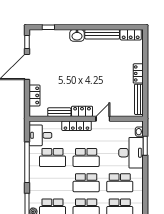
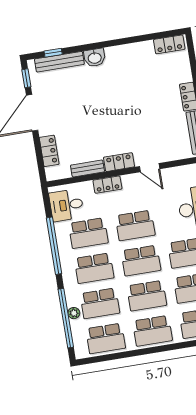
bench: (102, 34) -> (59, 62), moved
door: (103, 119) -> (150, 168), swing flipped
locker: (76, 126) -> (107, 185), width x0.66
school desk: (52, 183) -> (94, 268), added

